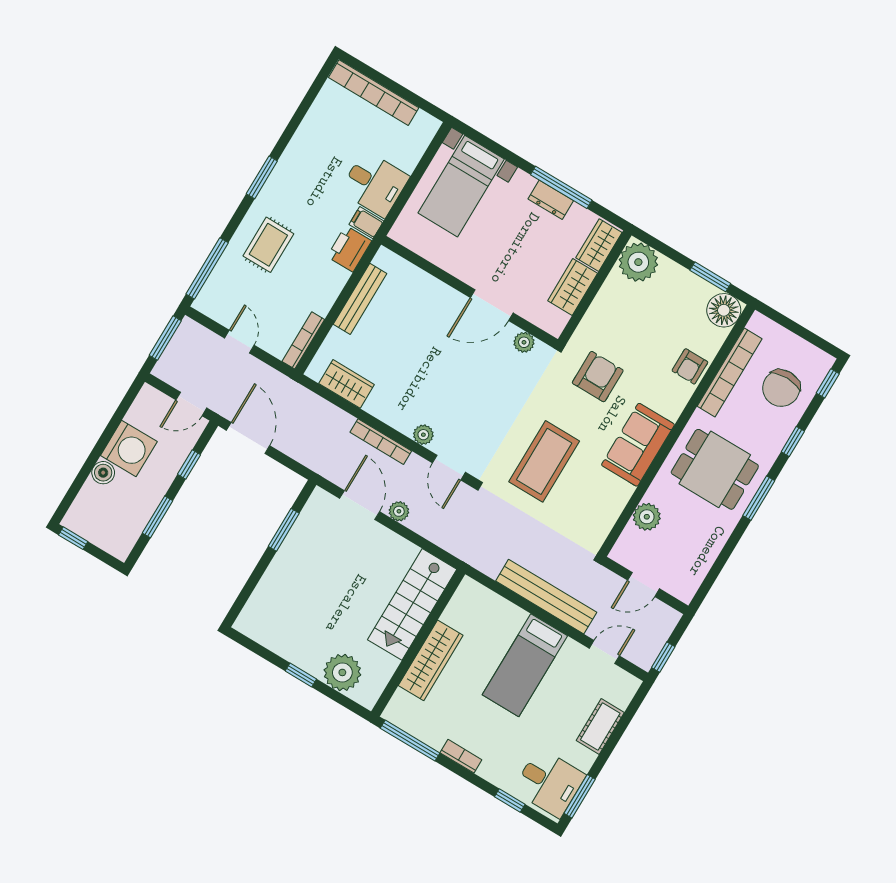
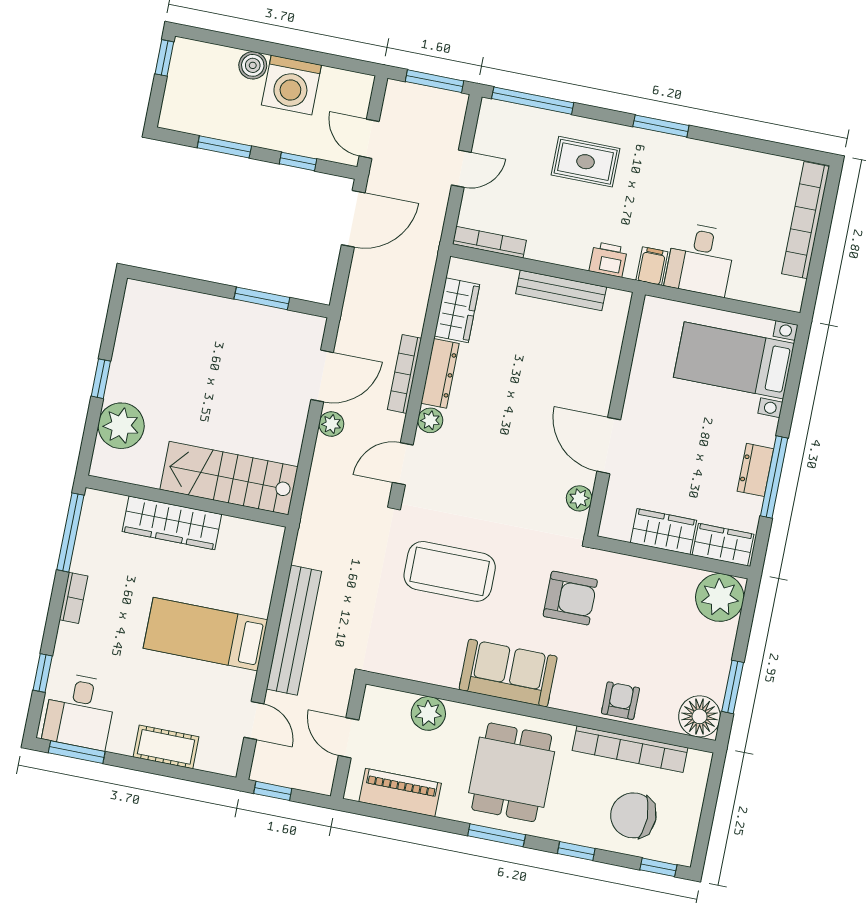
printer: (349, 249) -> (608, 259), width x0.73, depth x0.81
armchair: (690, 366) -> (620, 701), turned 90
dresser: (390, 414) -> (440, 373), added
piano: (700, 560) -> (400, 792), added

